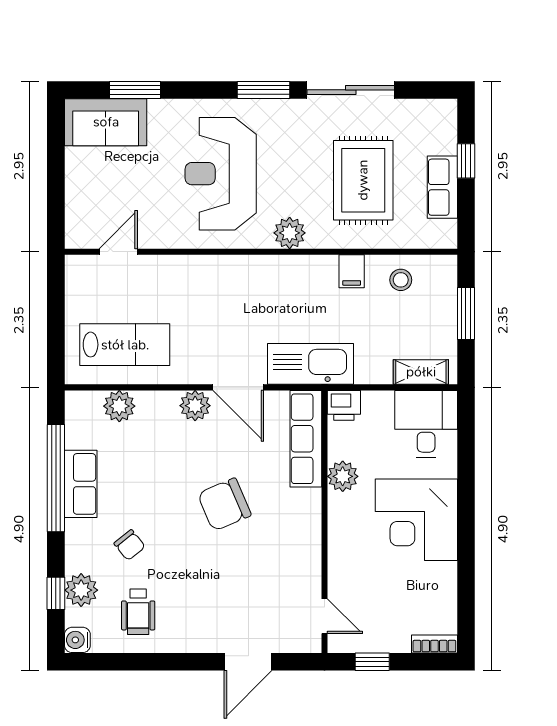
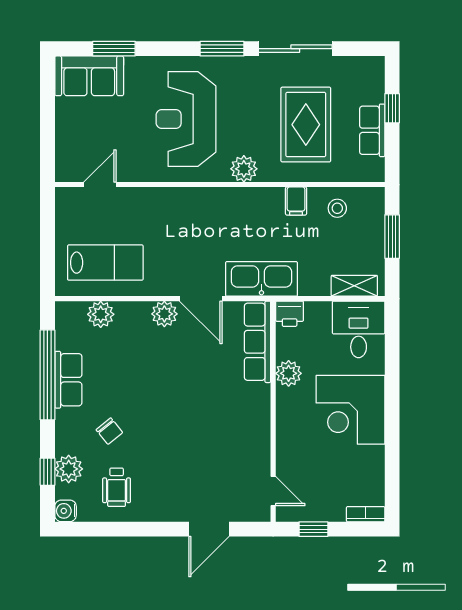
chair: (224, 504) -> (189, 397), removed

